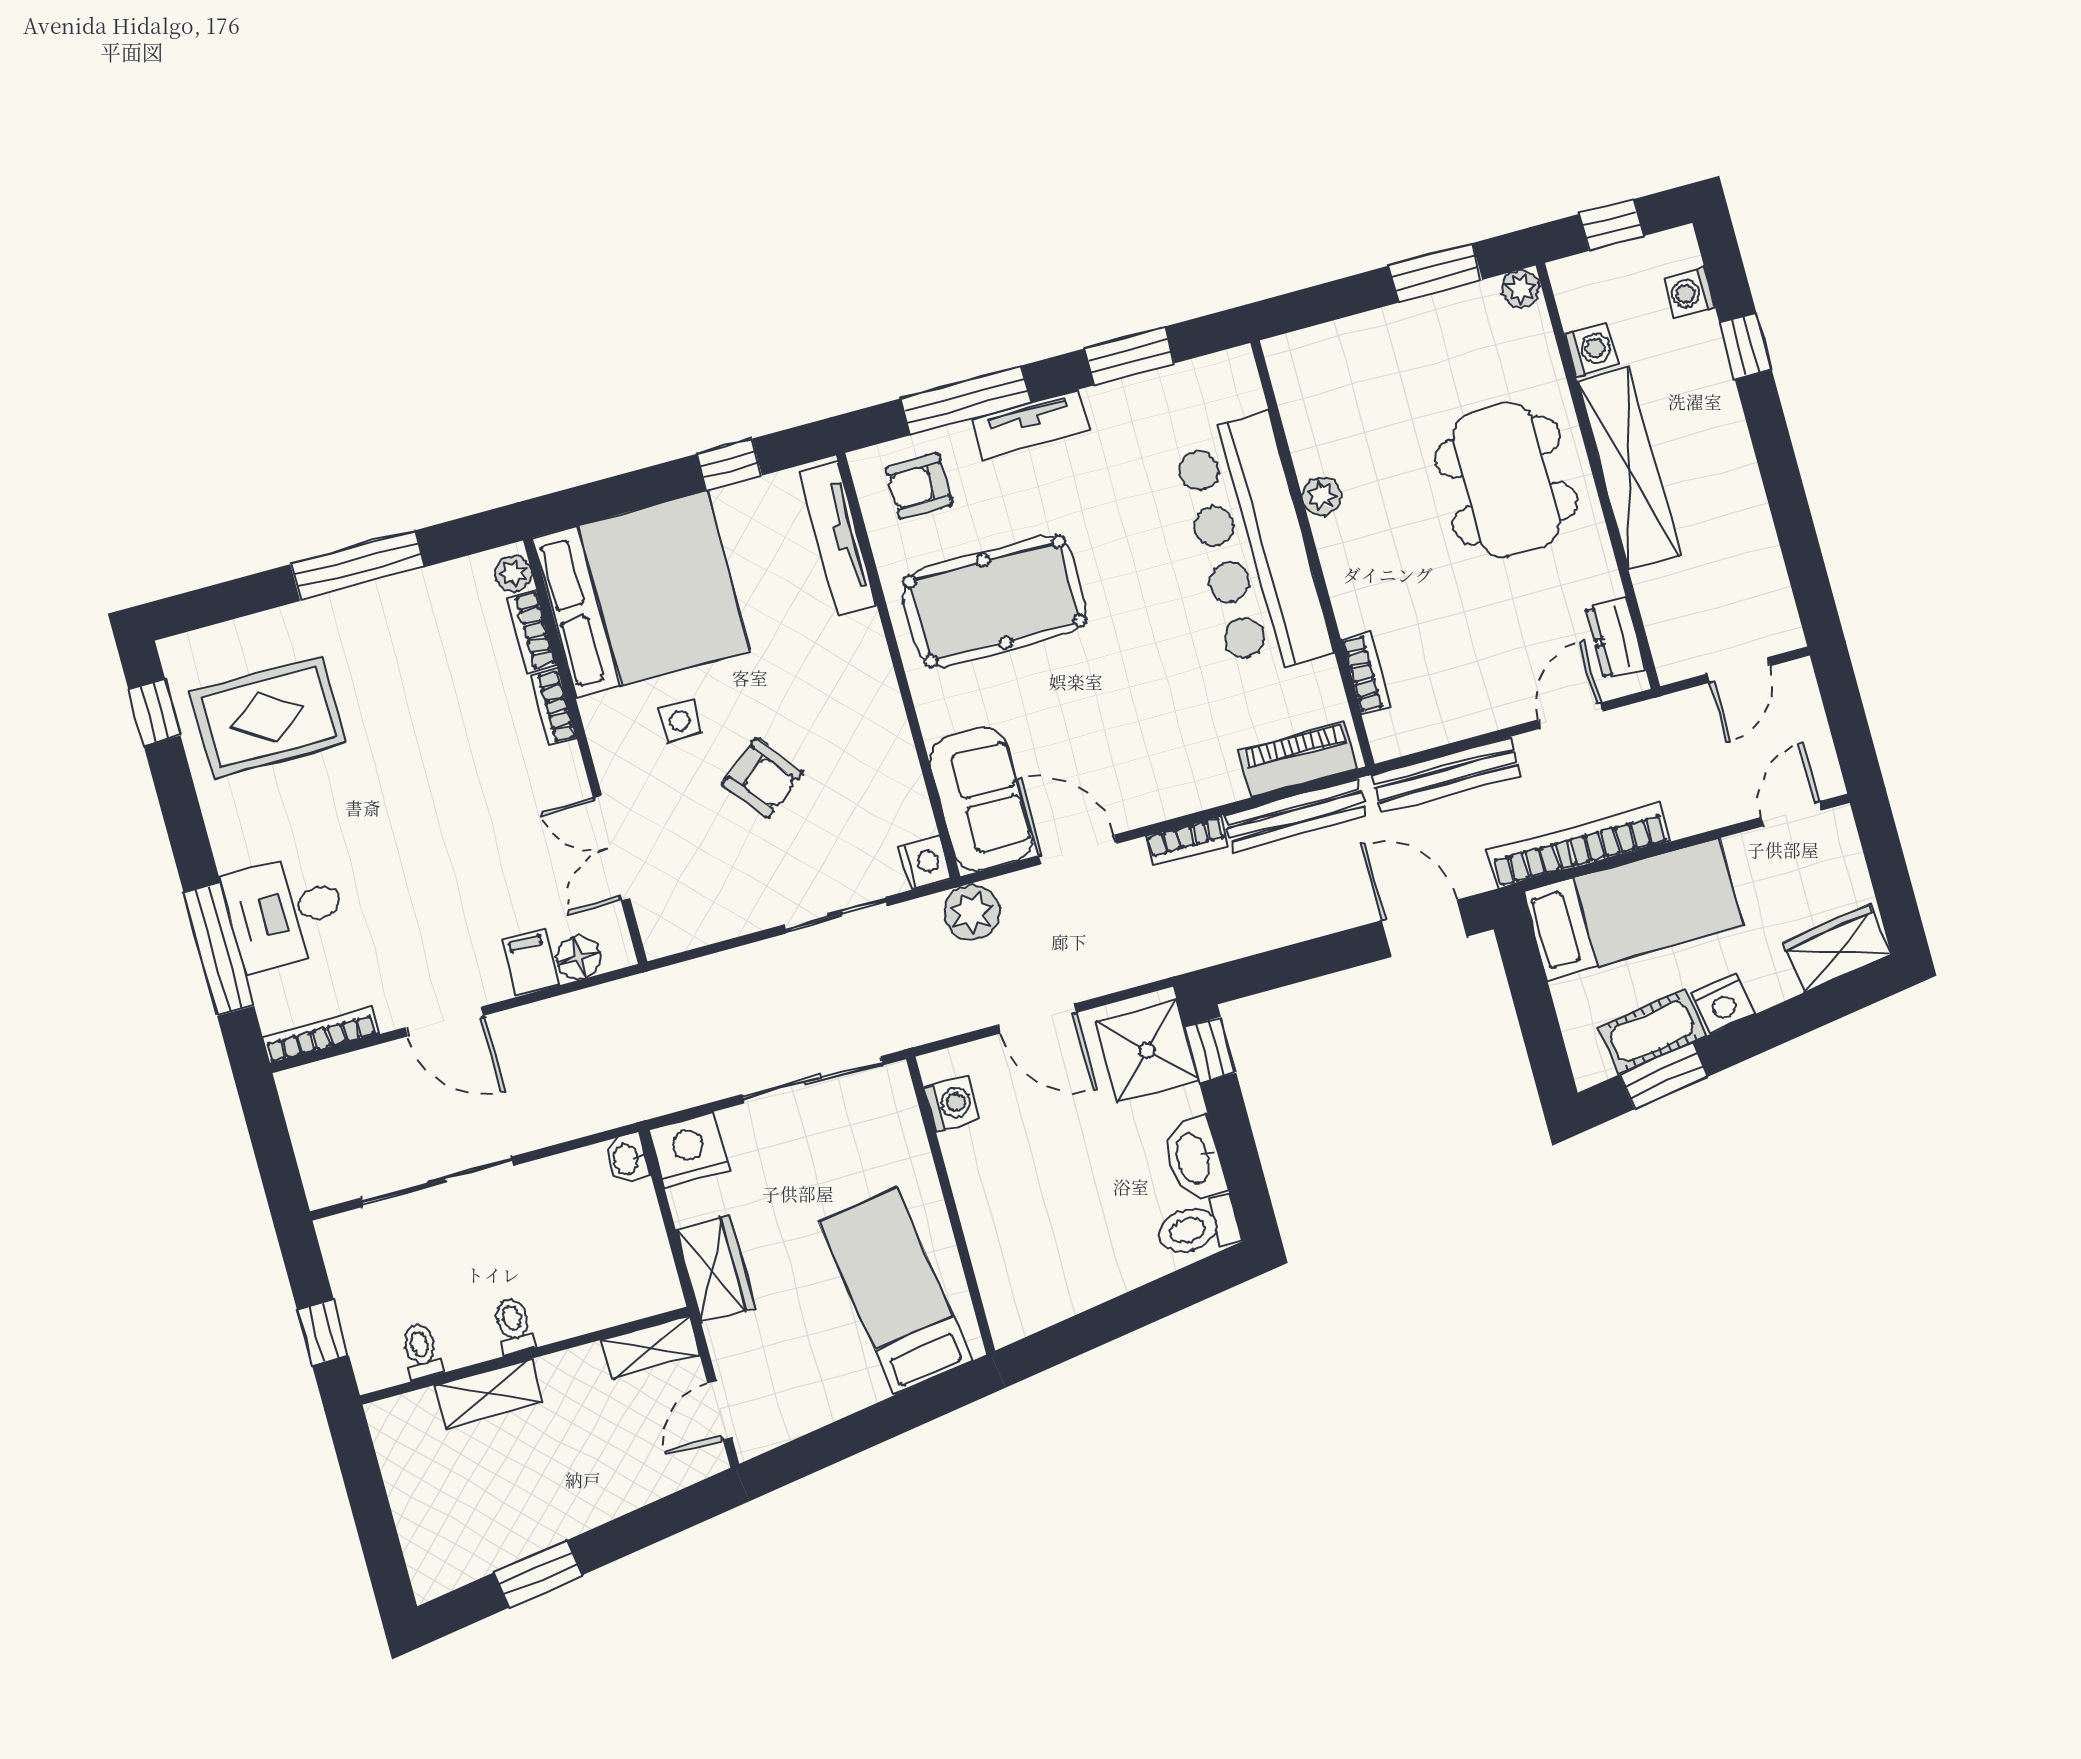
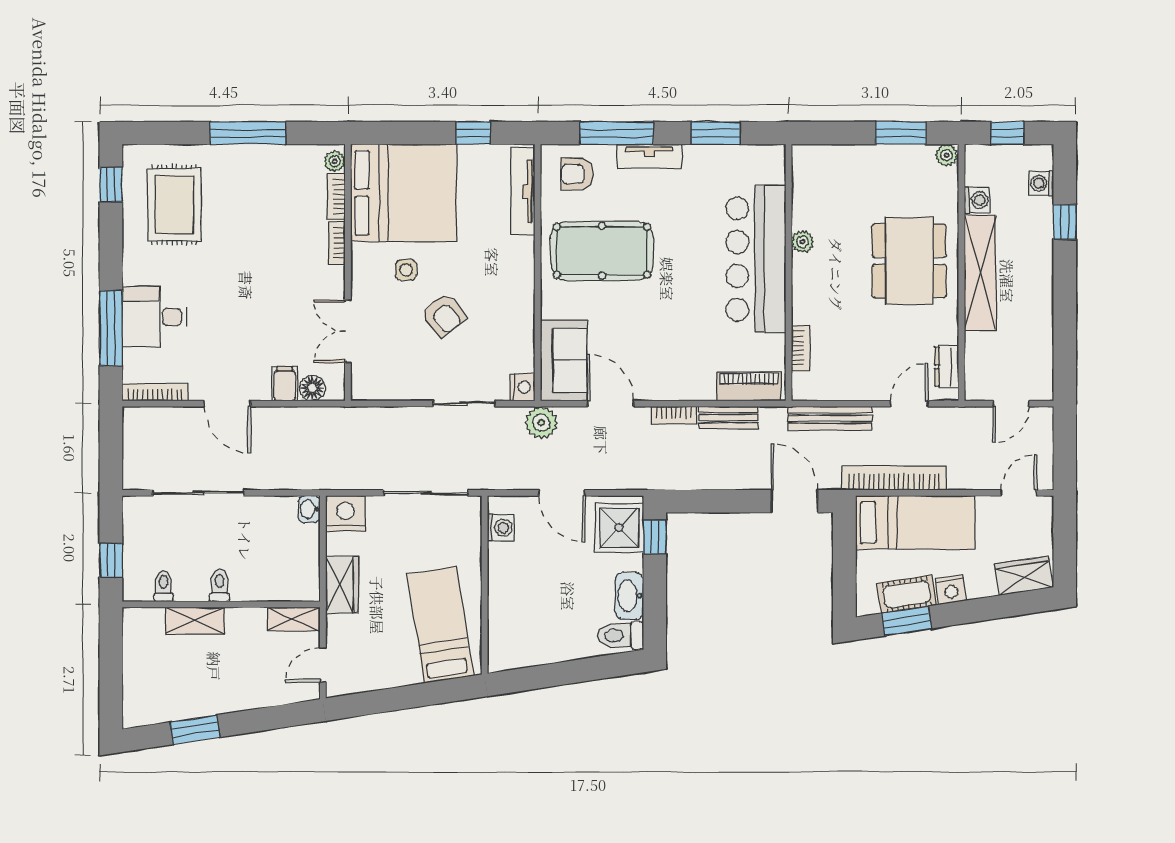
rug: (268, 717) -> (174, 205), turned 90
bench: (1296, 815) -> (728, 418), width x0.73

